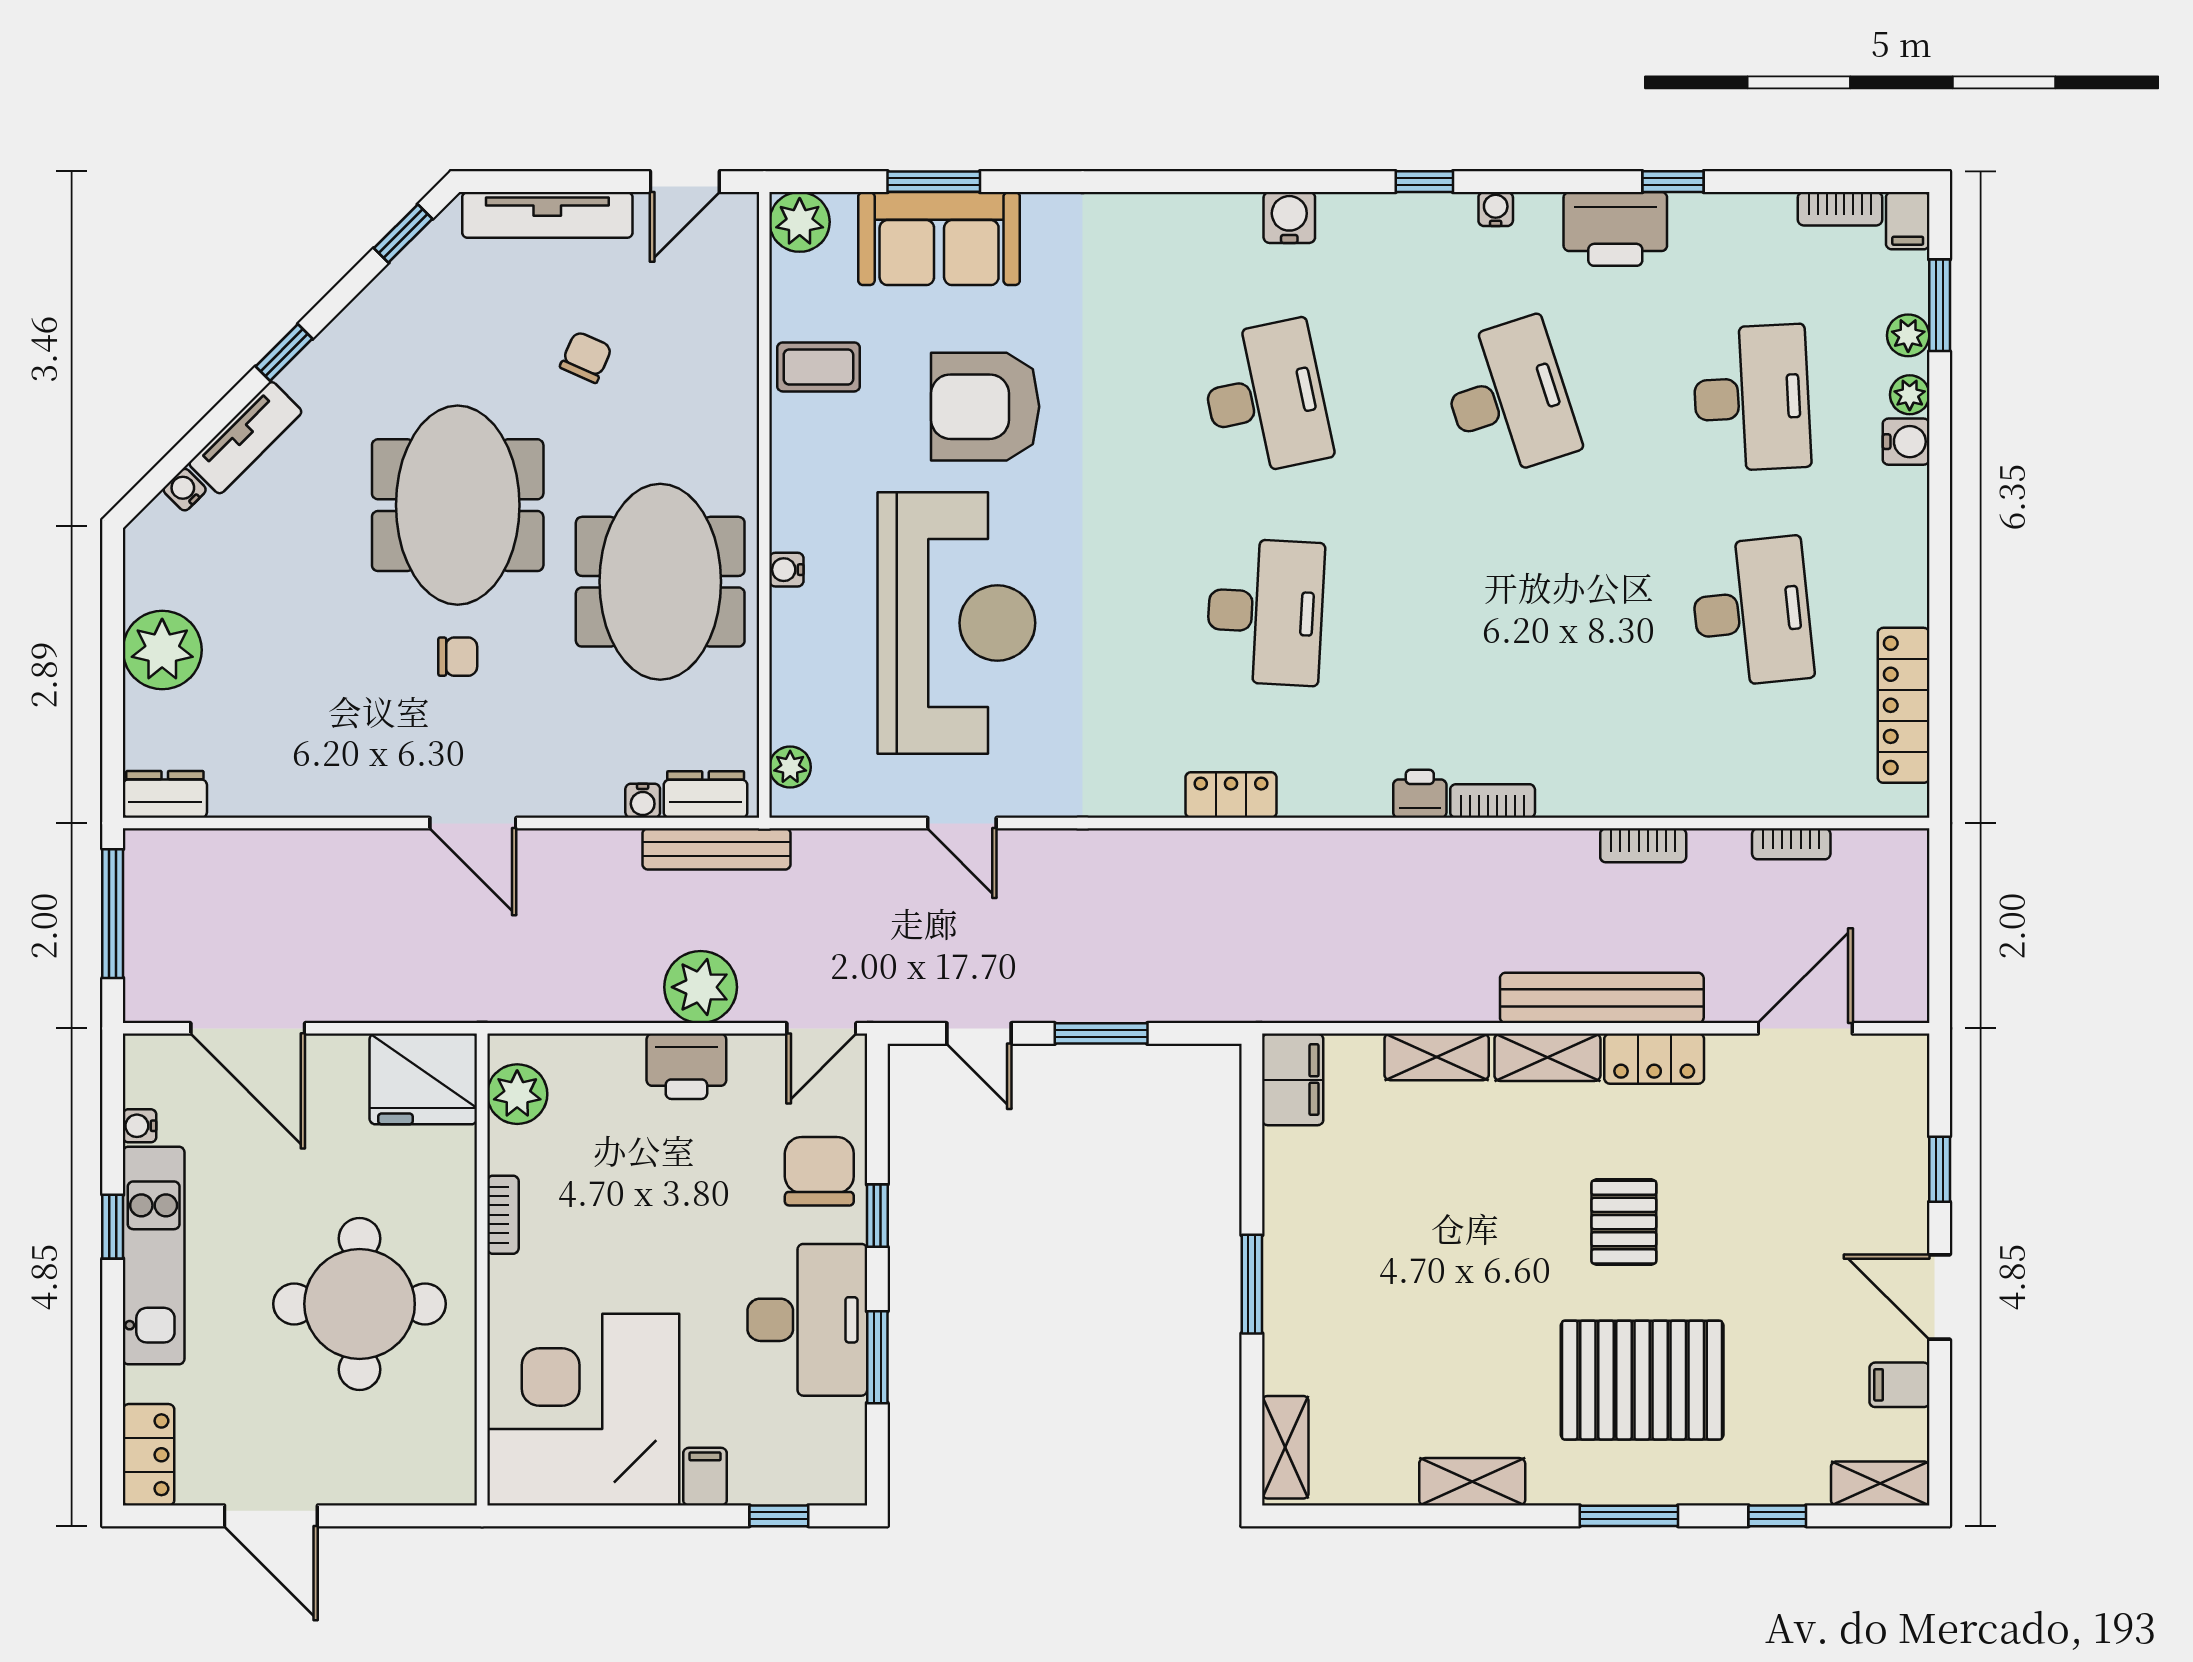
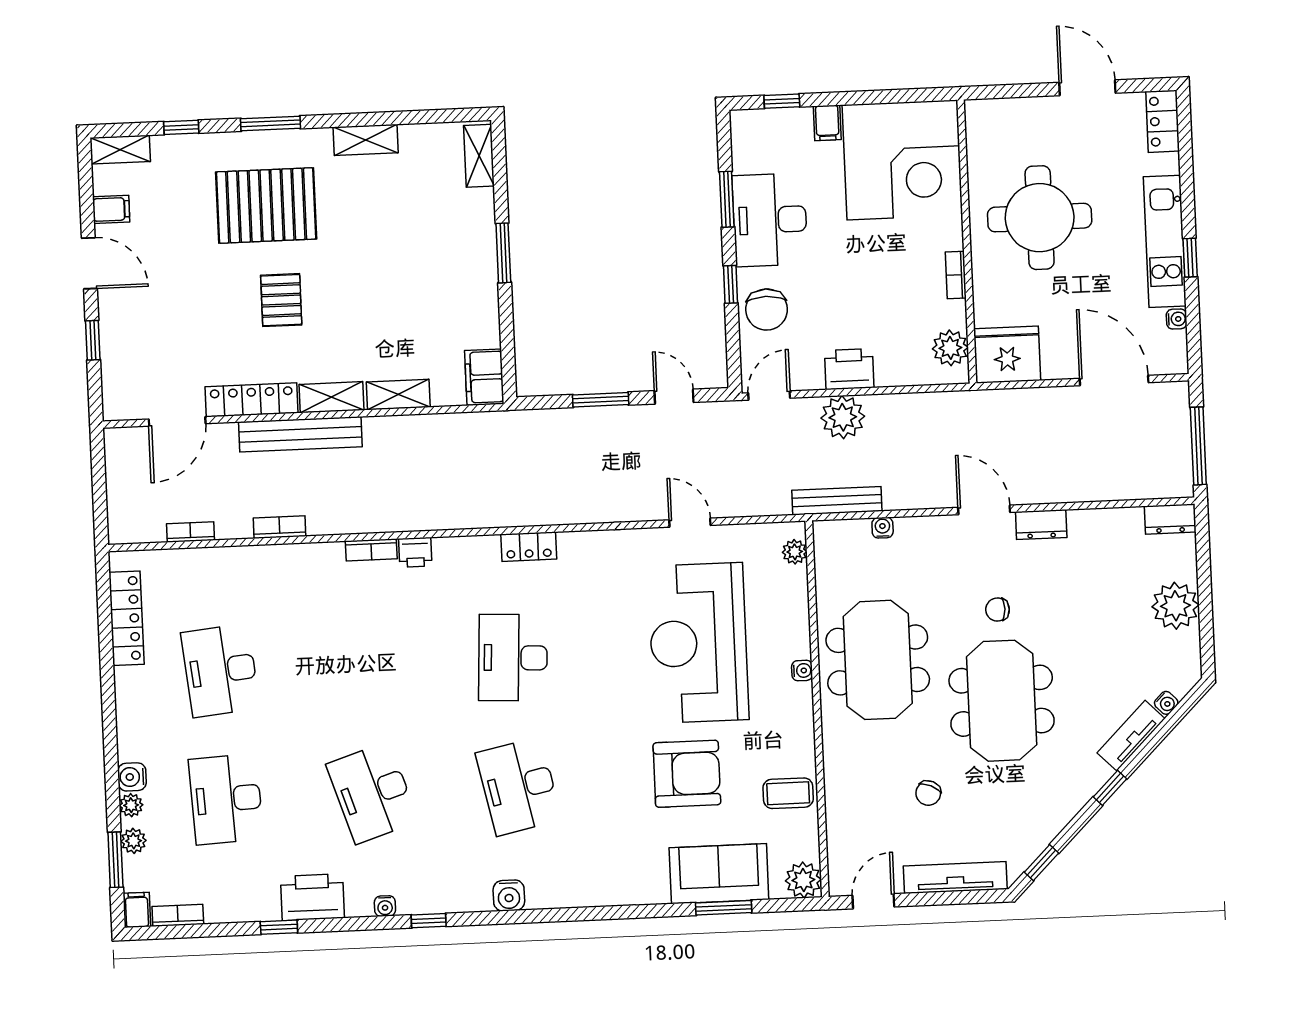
dresser: (706, 795) -> (1041, 525), moved
locker: (1654, 1059) -> (252, 400), width x1.53

